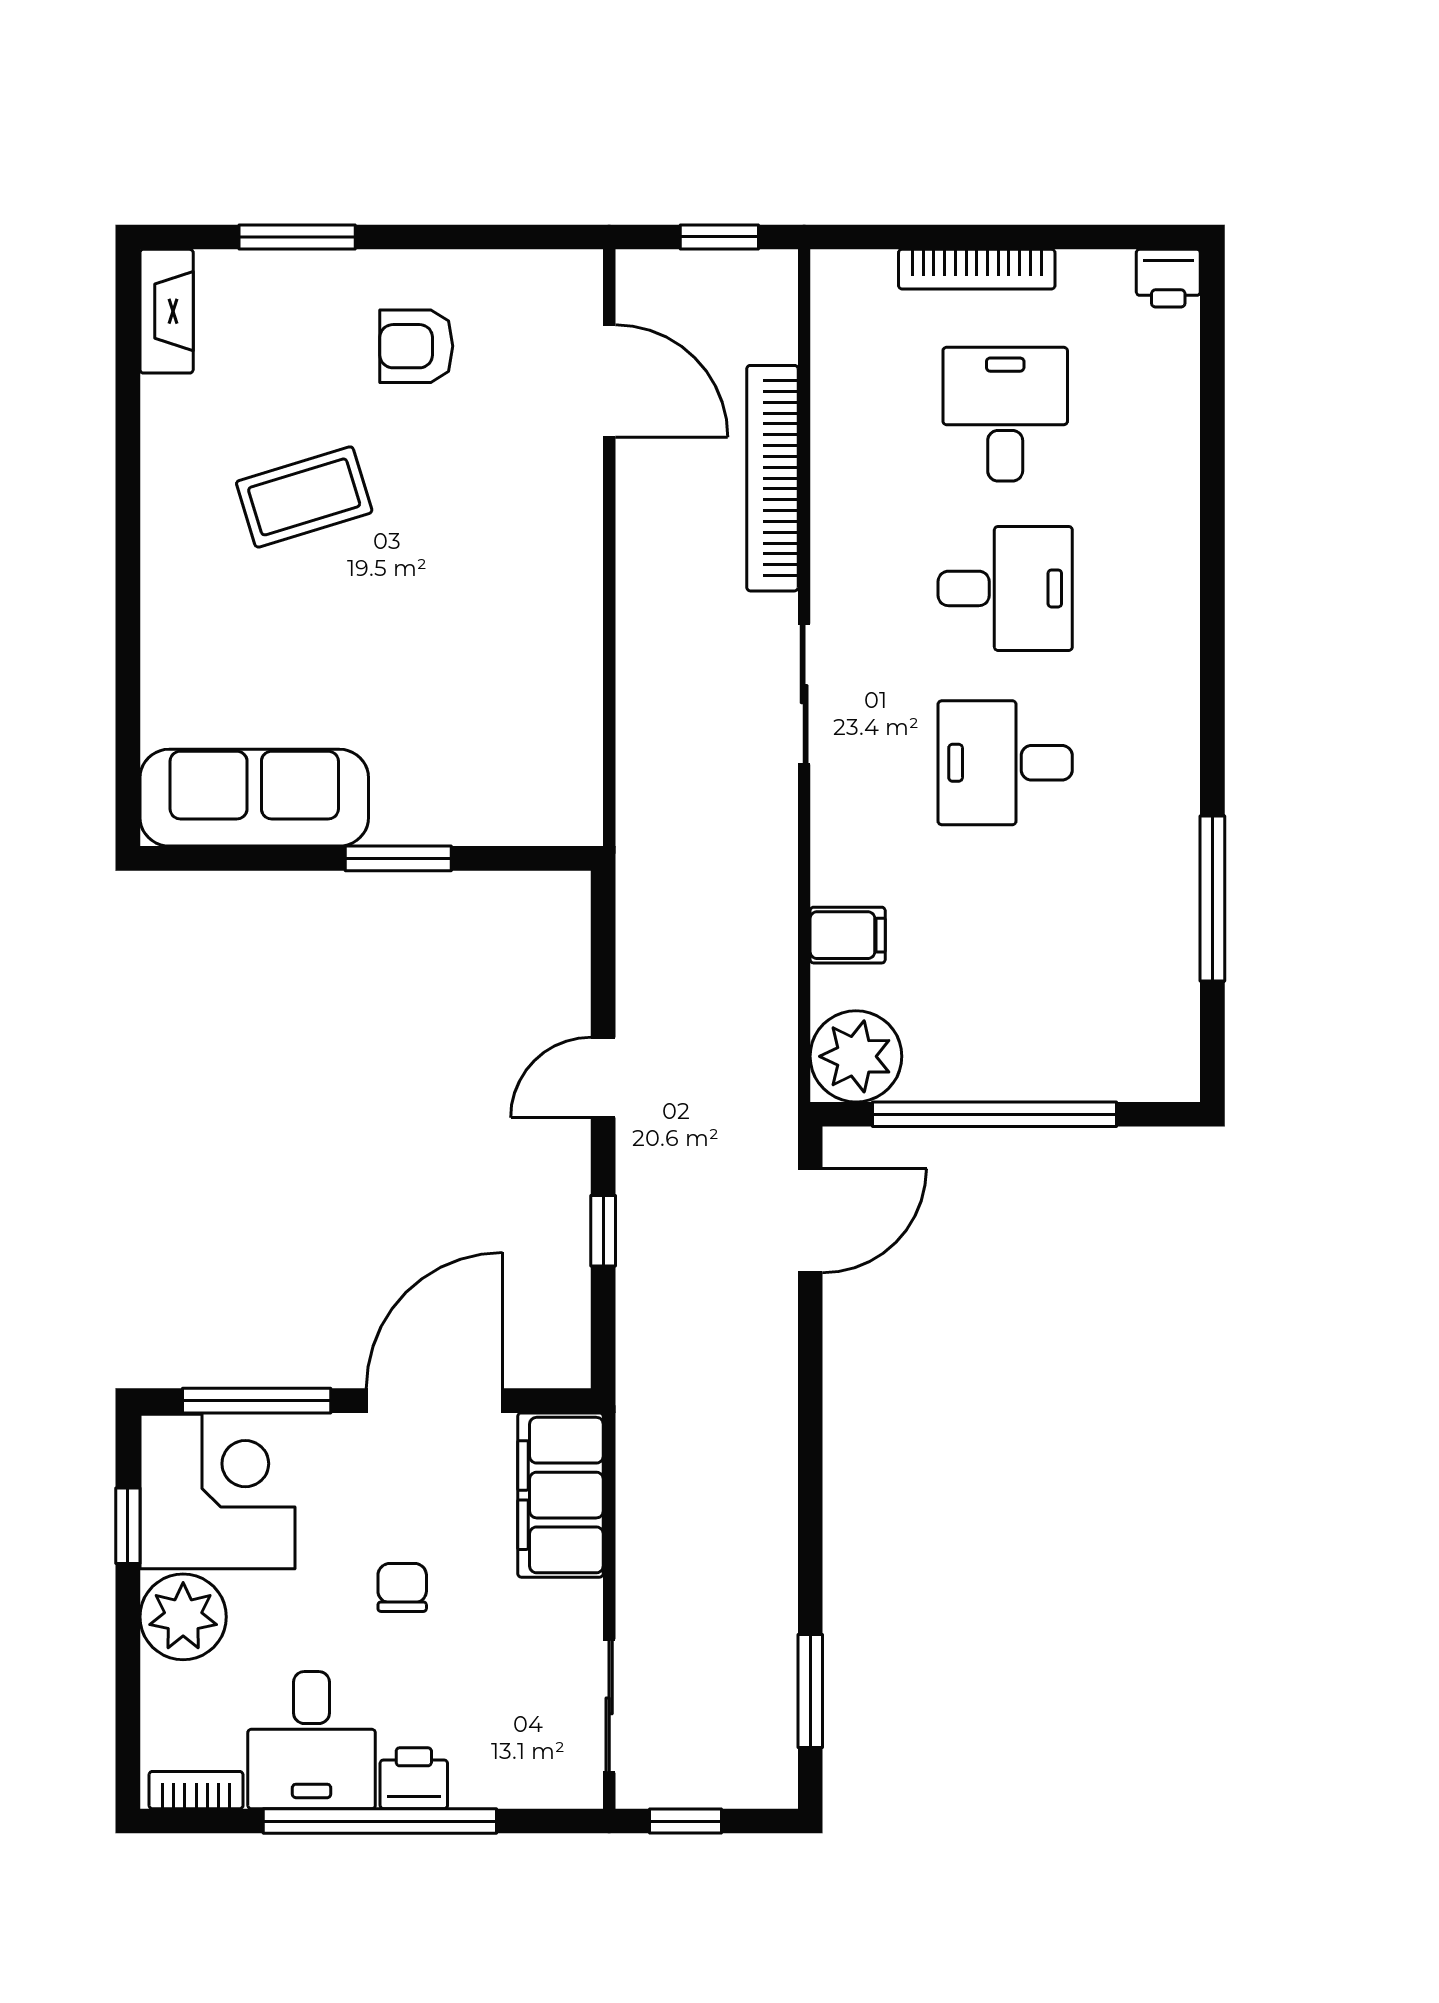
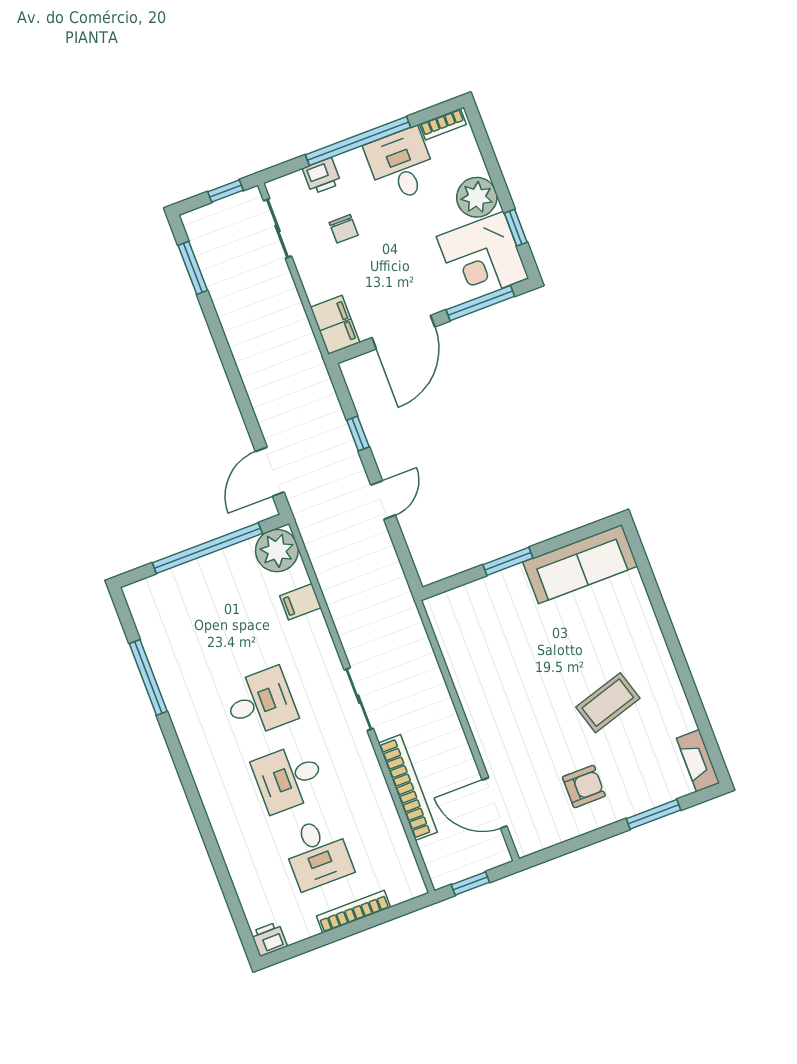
filing cabinet: (560, 1495) -> (335, 325), width x0.67, depth x0.86
chair: (402, 1587) -> (344, 229), moved
printer: (414, 1778) -> (322, 176), moved

